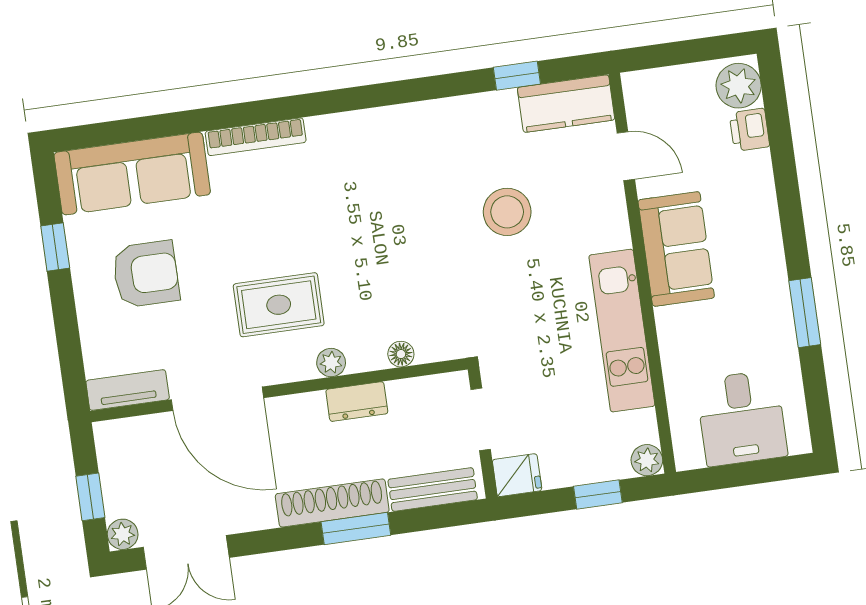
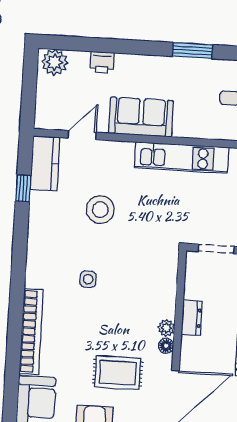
printer: (749, 130) -> (102, 62), moved
bookcase: (256, 137) -> (31, 332), width x1.48, depth x1.31
side table: (386, 215) -> (88, 279), added
rug: (279, 305) -> (118, 373), moved, turned 90
floor lamp: (401, 354) -> (166, 346), moved

